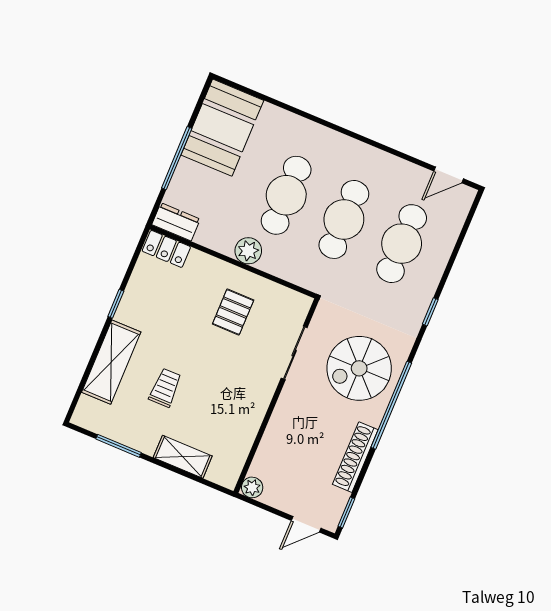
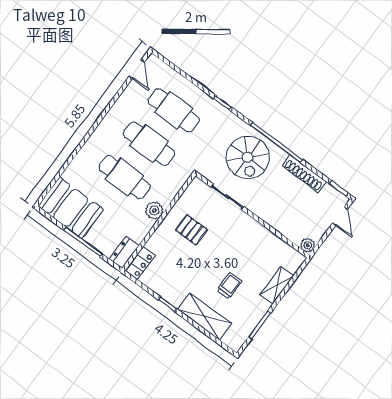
trolley: (165, 388) -> (230, 286), turned 90

